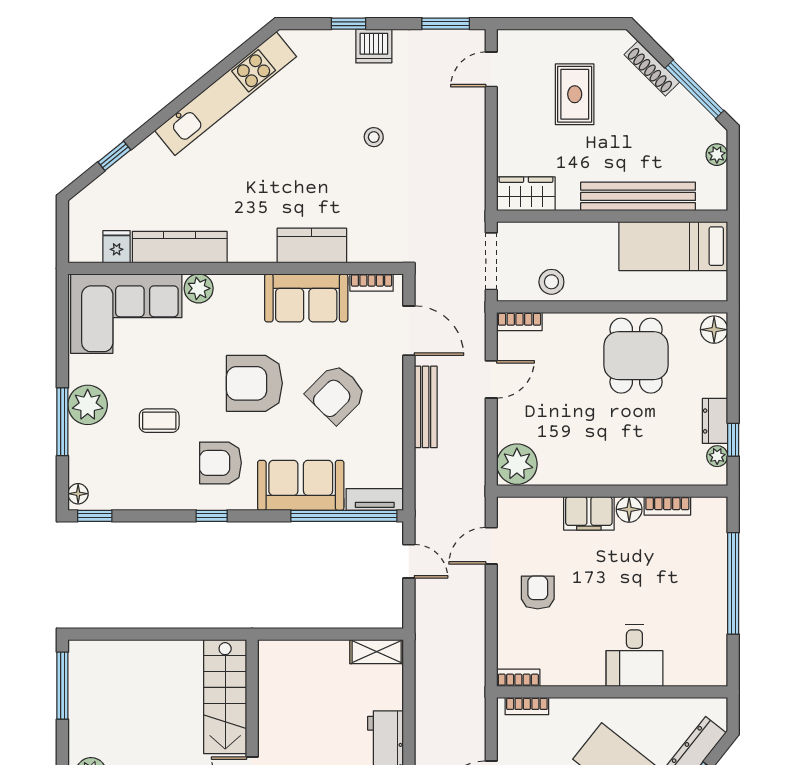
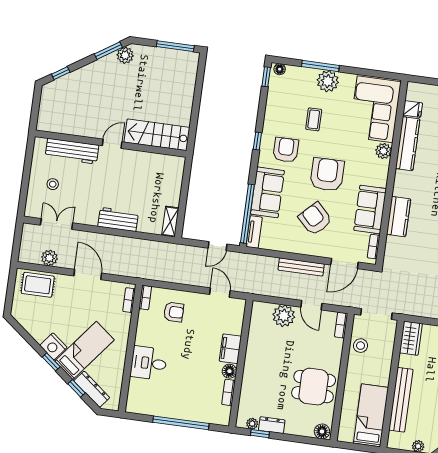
plant: (517, 464) -> (284, 316), moved
armchair: (538, 593) -> (174, 312), moved

